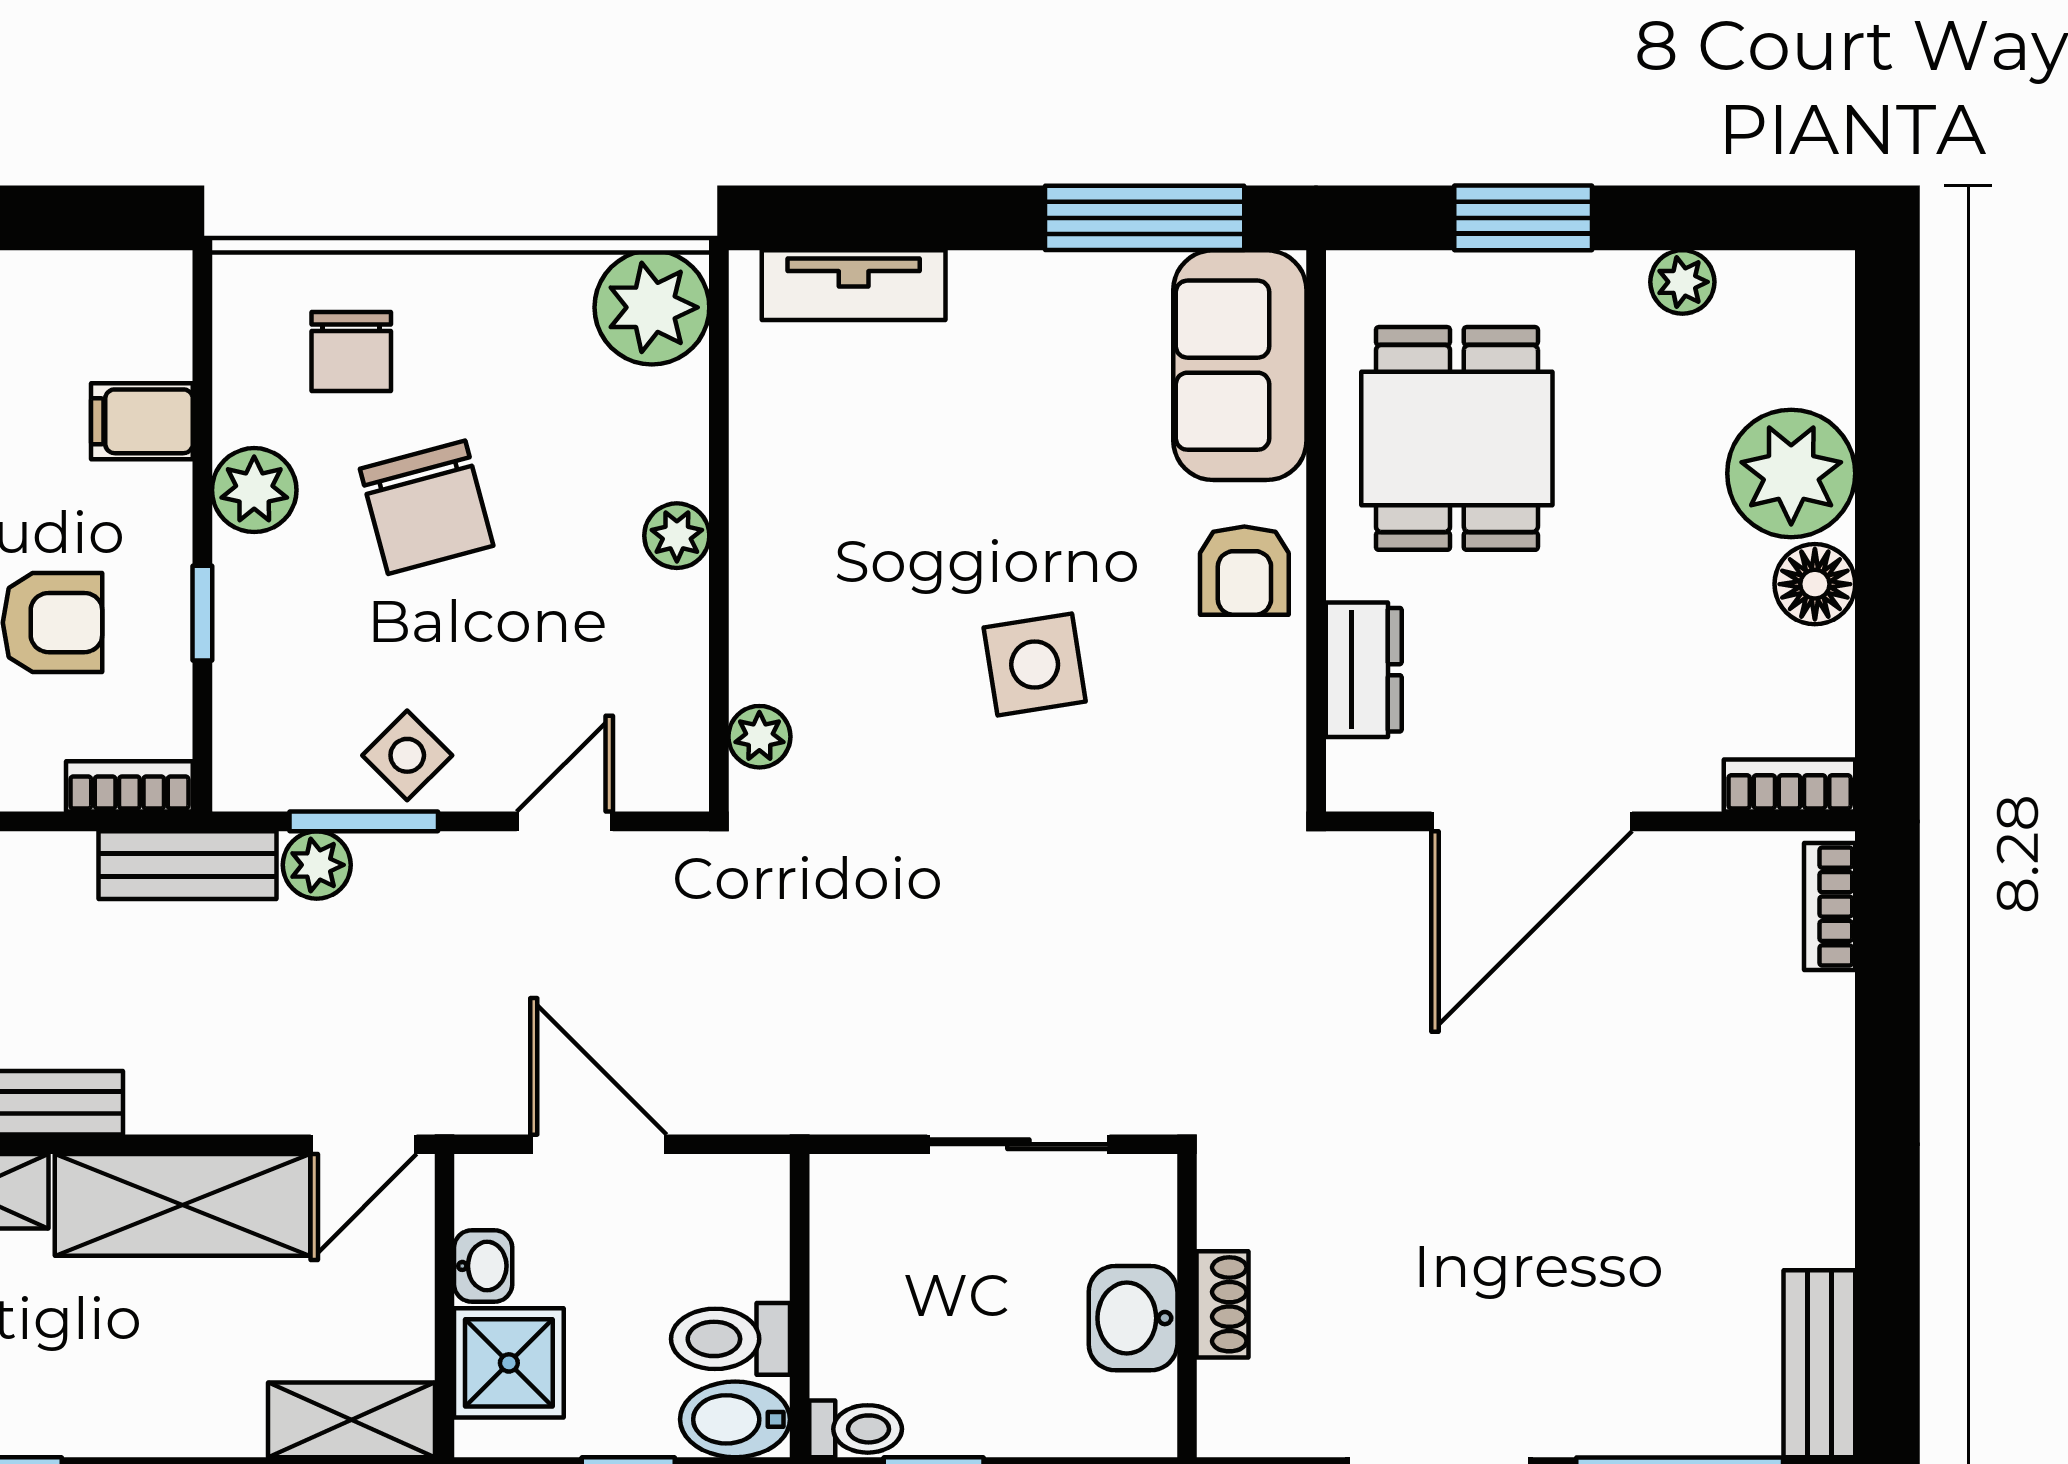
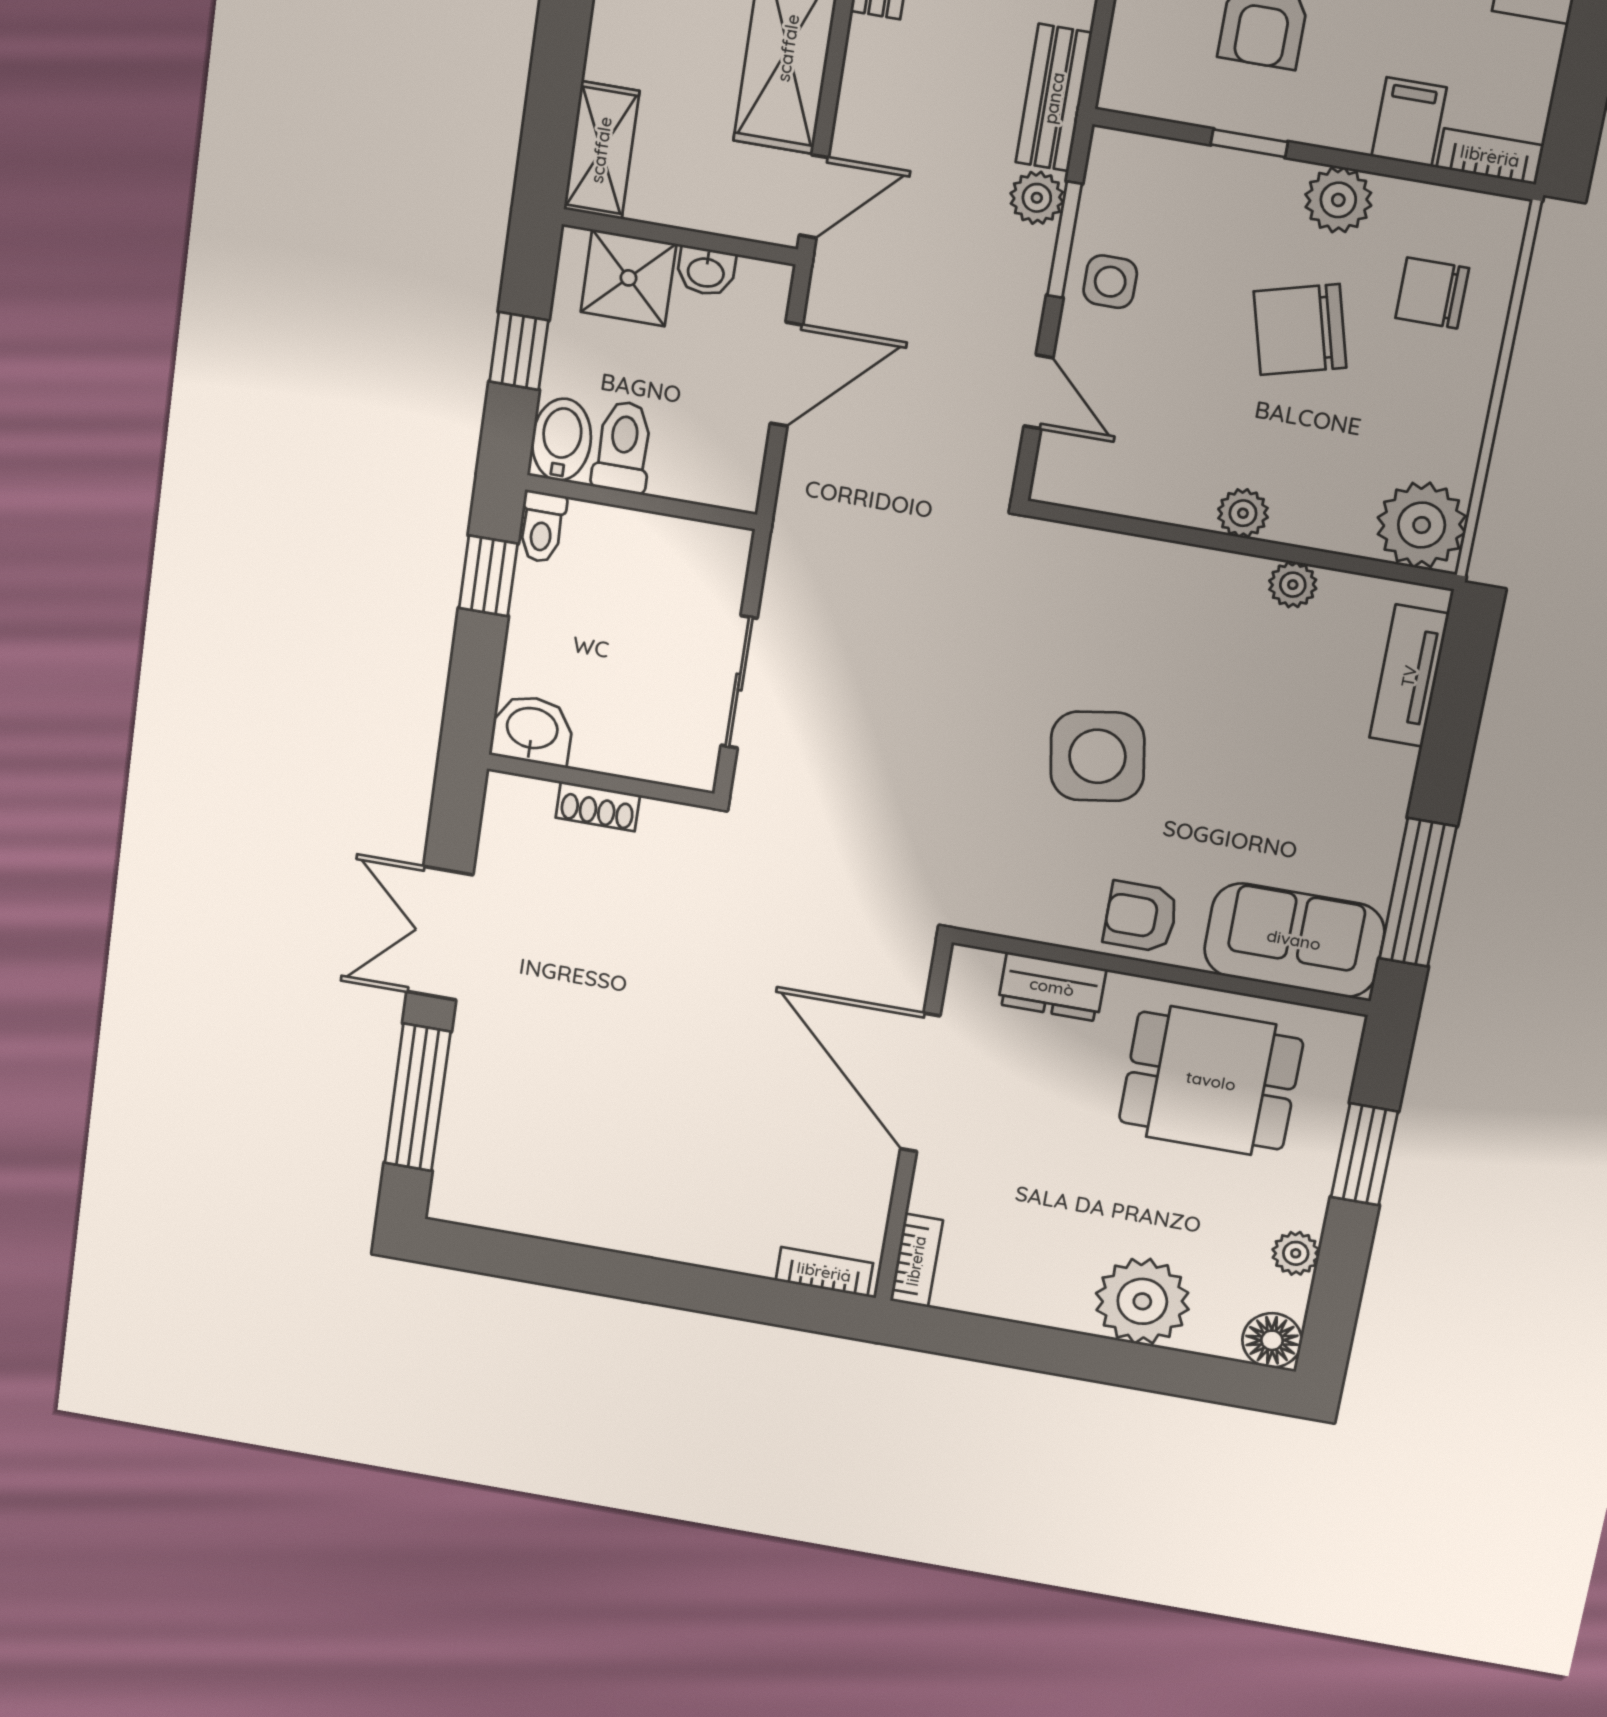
floor lamp: (1815, 584) -> (1272, 1340), moved
side table: (1035, 665) -> (1097, 756), width x1.37, depth x1.37
plant: (759, 737) -> (1293, 585), moved
side table: (407, 755) -> (1110, 282), turned 45
bookcase: (129, 786) -> (1490, 156), moved, turned -90
door: (364, 1144) -> (814, 196), swing flipped
washbasin: (1133, 1318) -> (532, 730), moved
bench: (1819, 1364) -> (496, 1207), removed

